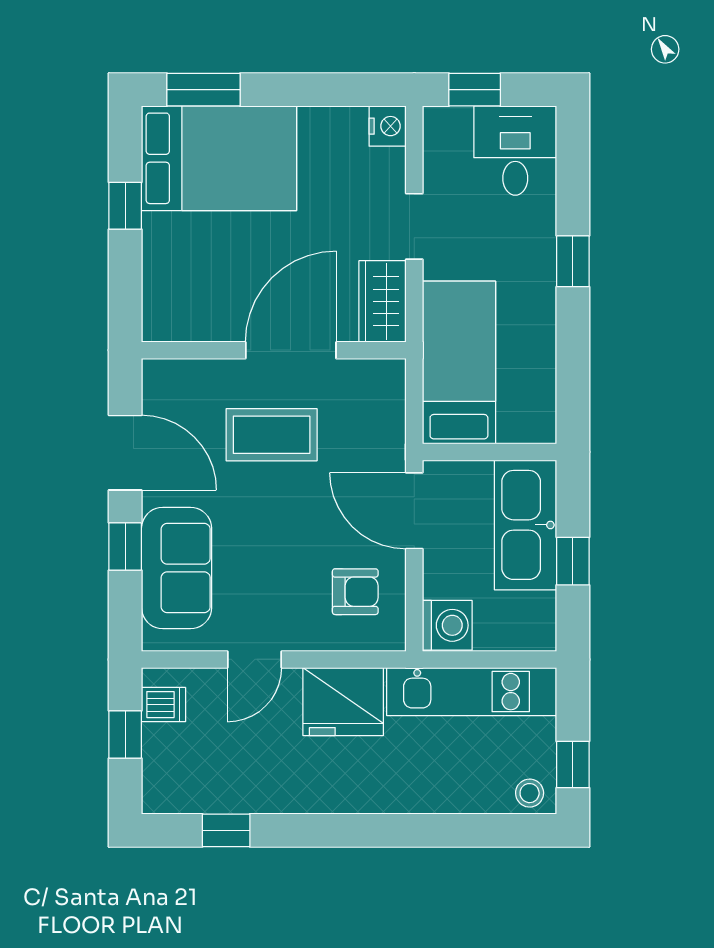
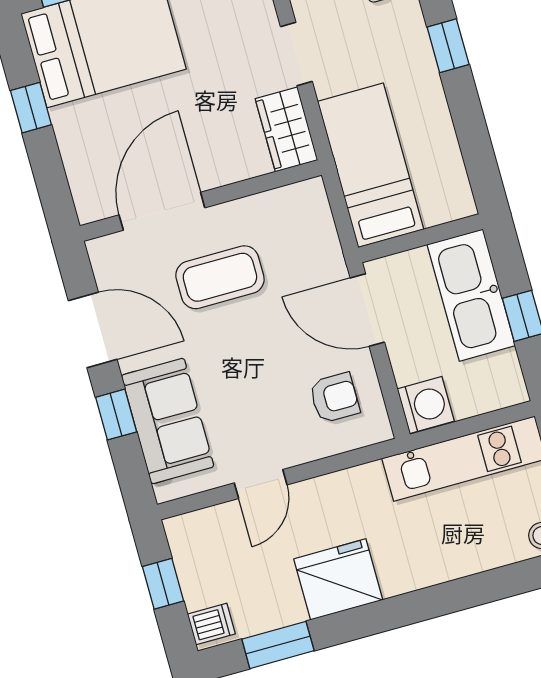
door: (291, 350) -> (162, 211), moved
fridge: (343, 702) -> (338, 579), moved, turned 180
dishwasher: (164, 705) -> (211, 624), moved
window: (226, 830) -> (278, 645), width x1.50

